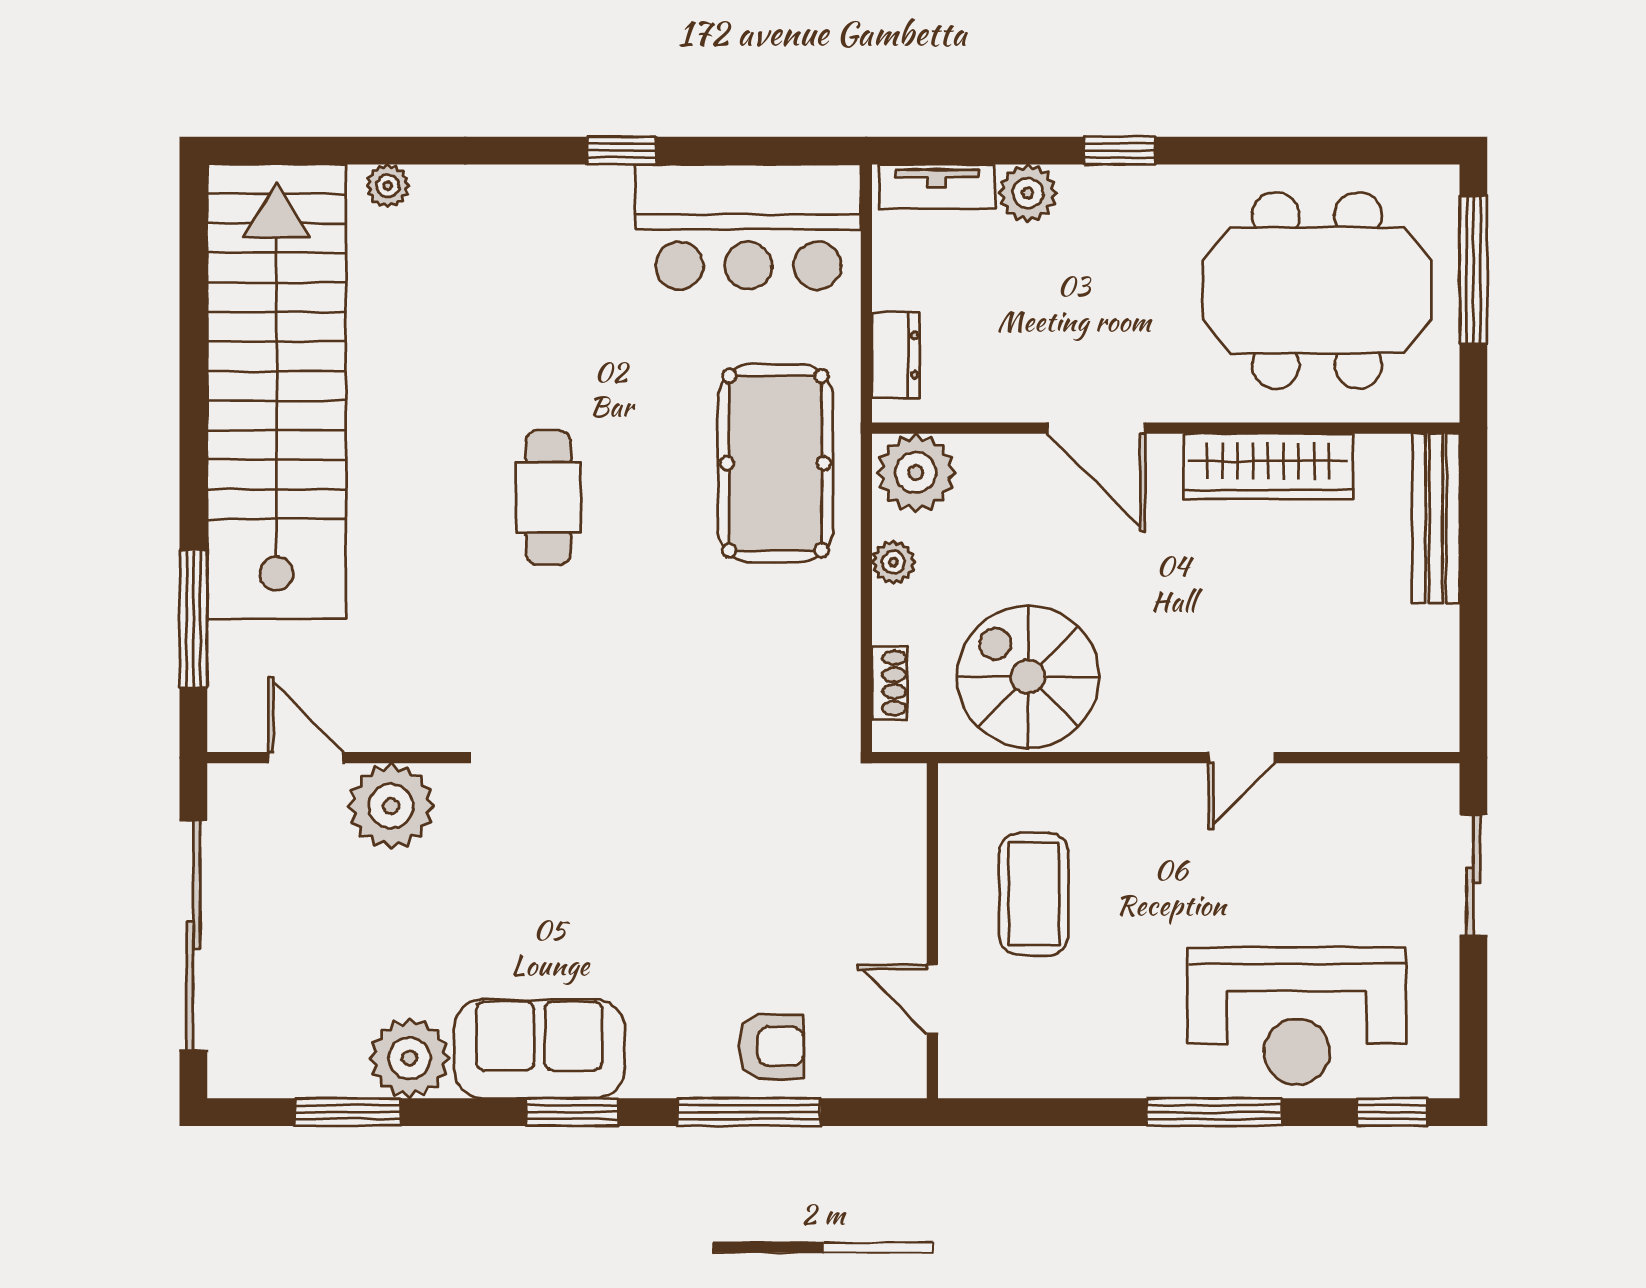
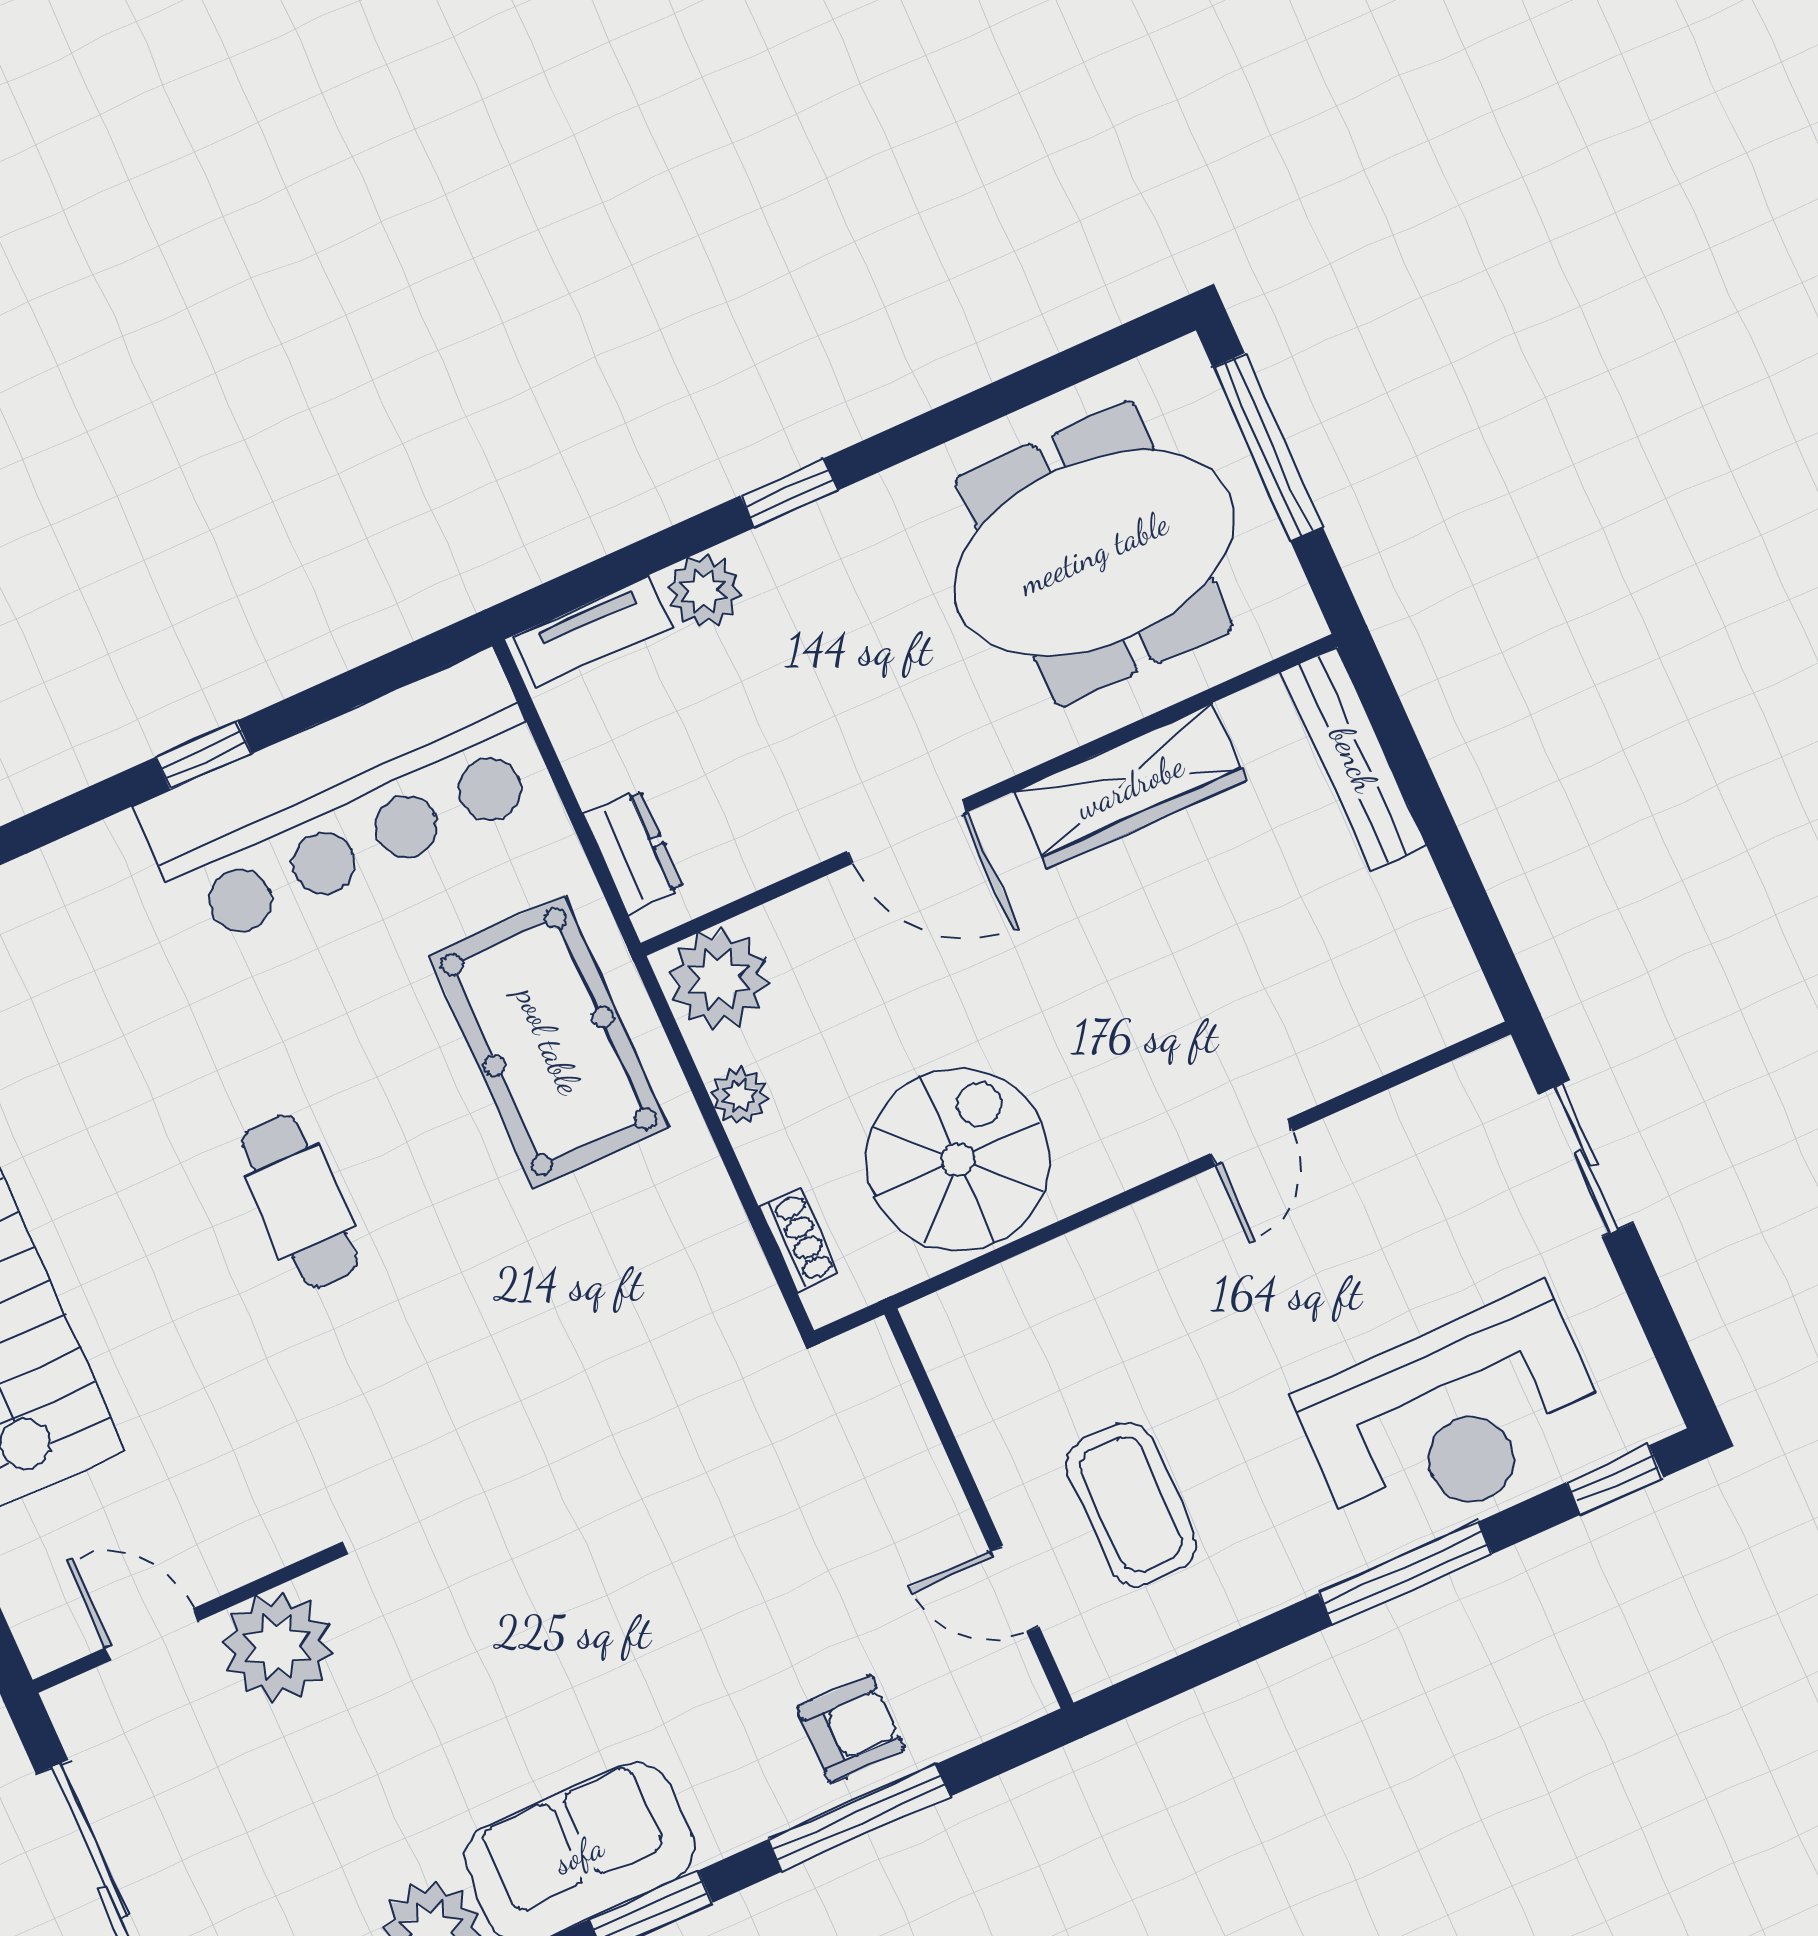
bar counter: (748, 227) -> (345, 799), width x1.36
spiral stairs: (1028, 677) -> (958, 1159), turned 90
coffee table: (1034, 894) -> (1131, 1504), moved

